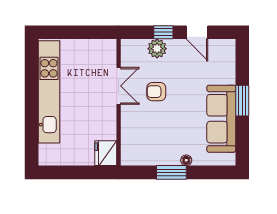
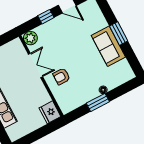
plant: (157, 49) -> (30, 38), moved
armchair: (156, 92) -> (61, 76), moved
sofa: (221, 119) -> (108, 46), width x0.73

